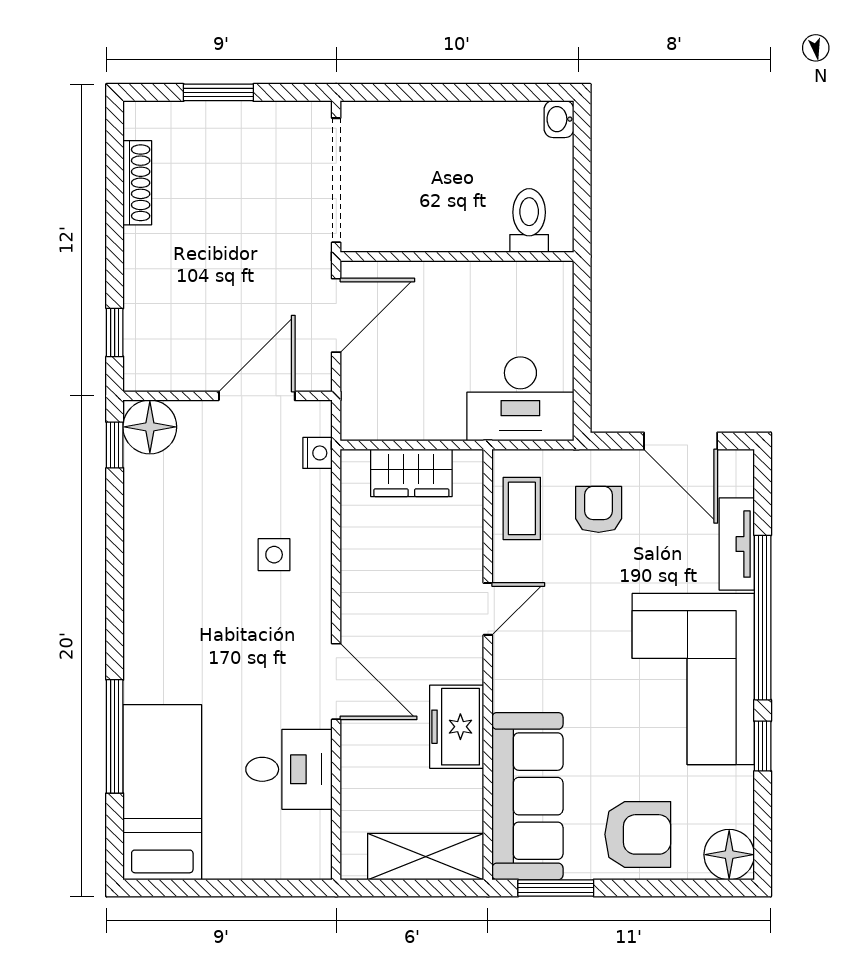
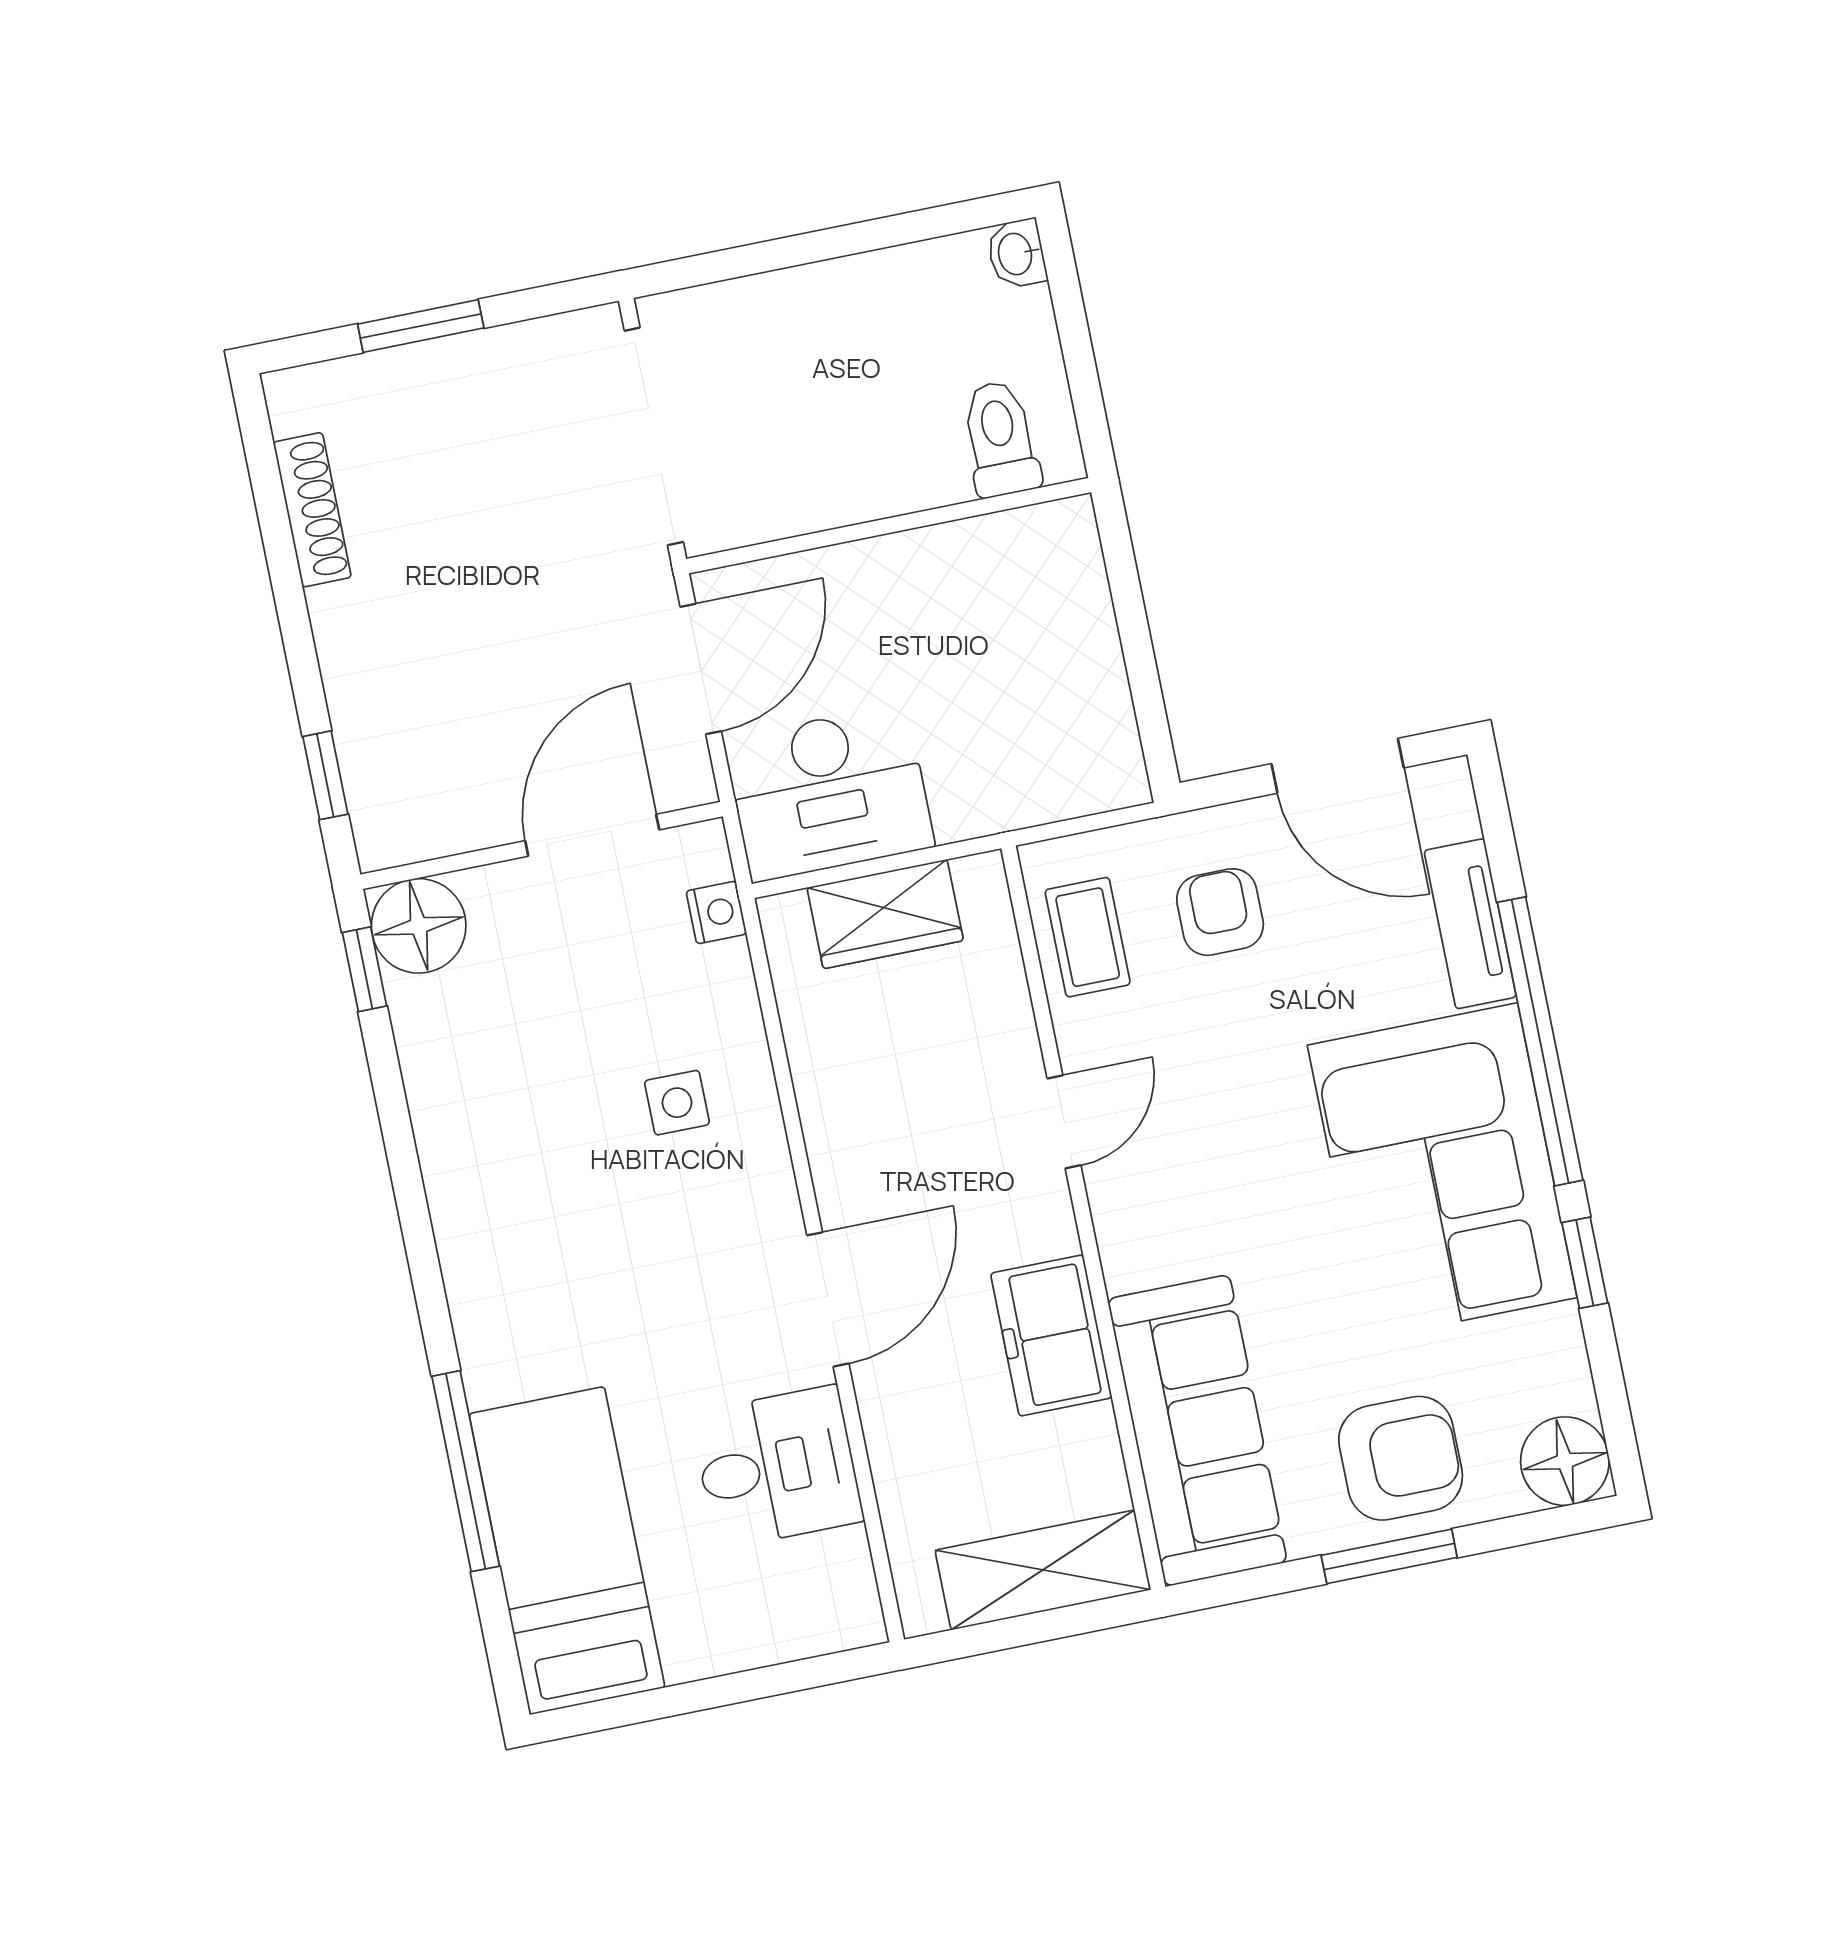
desk: (520, 399) -> (829, 793), moved
door: (336, 681) -> (828, 1299), hinge flipped
window: (556, 888) -> (1389, 1556), moved

